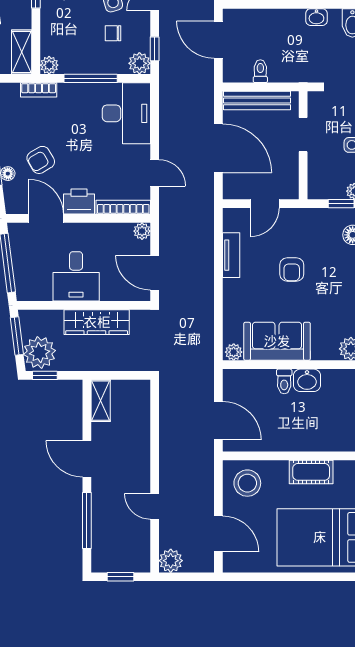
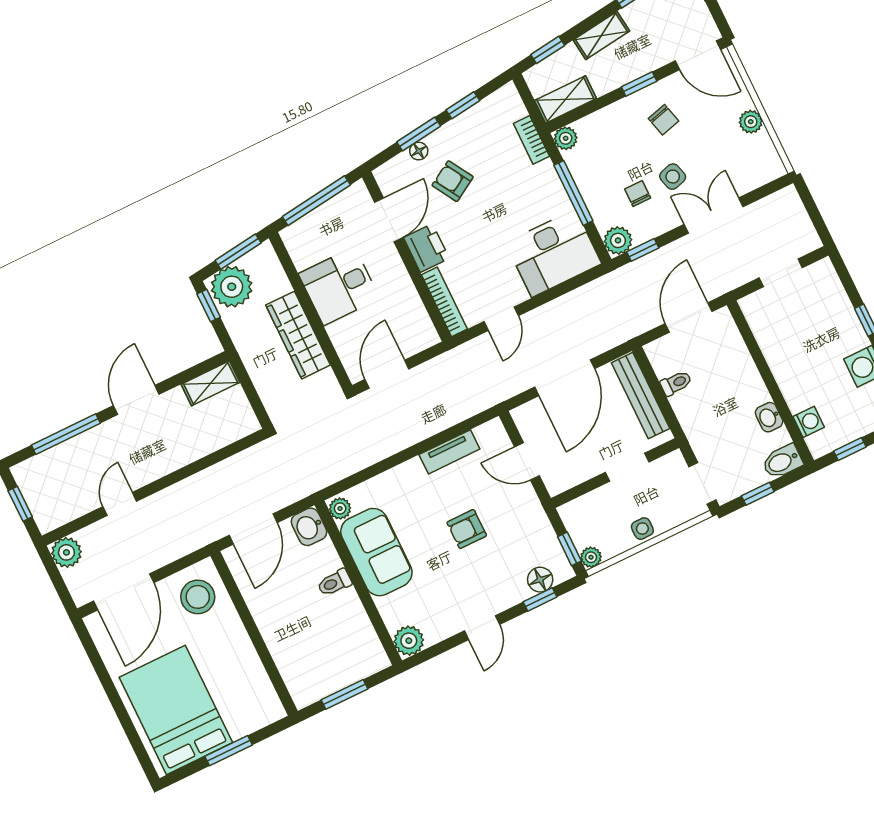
plant: (142, 231) -> (427, 337), removed
washbasin: (307, 380) -> (309, 527), moved
cot: (311, 472) -> (246, 664), removed
door: (218, 534) -> (124, 592), width x1.36

